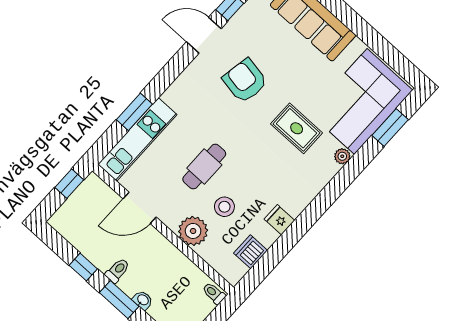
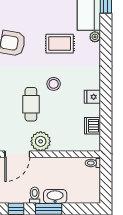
stool: (224, 207) -> (54, 84), moved
plant: (193, 231) -> (41, 141), moved
washbasin: (143, 300) -> (55, 196), width x1.91, depth x1.45

